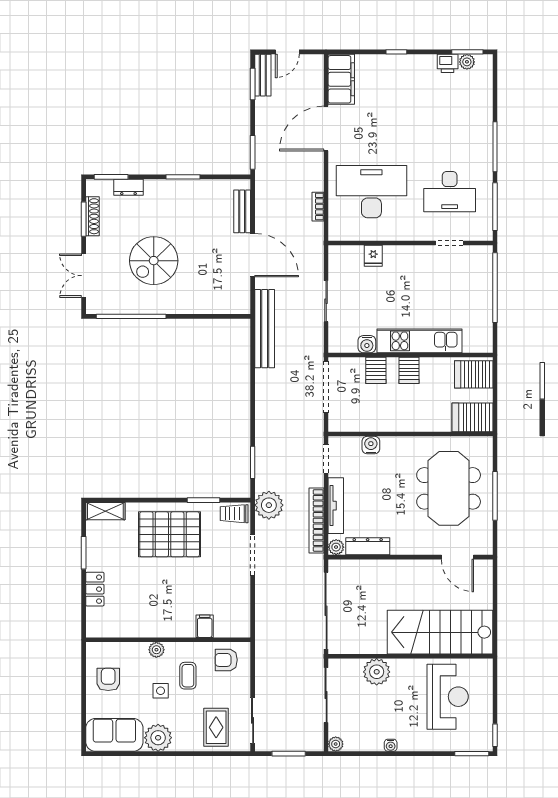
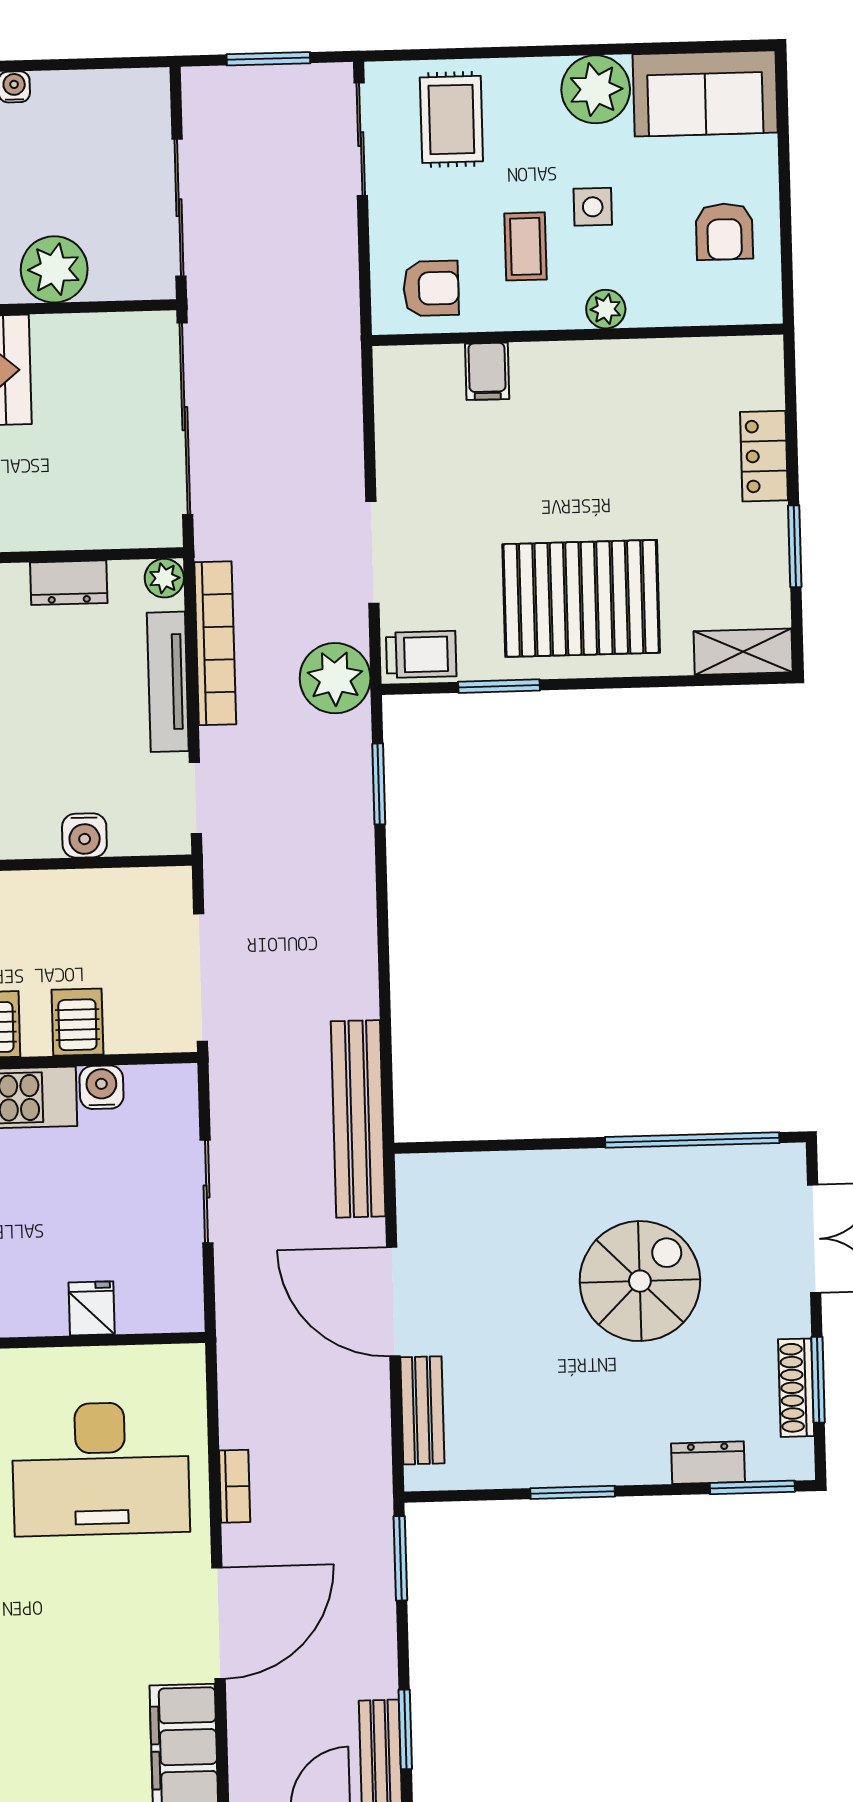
bookcase: (318, 207) -> (235, 1486), moved
dresser: (368, 546) -> (69, 583), width x0.70
plant: (336, 744) -> (152, 86), removed

